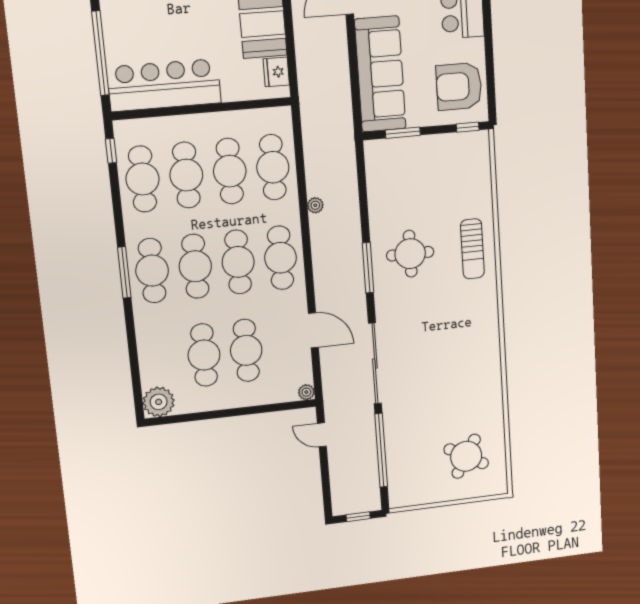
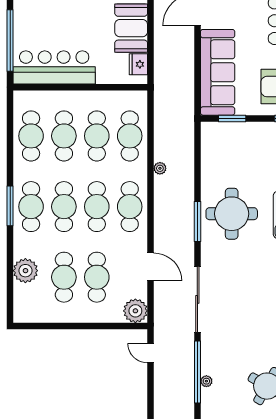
window: (111, 151) -> (10, 113), removed
round table: (410, 254) -> (232, 214), width x1.36, depth x1.36
plant: (306, 392) -> (135, 311), width x1.88, depth x1.88
plant: (159, 402) -> (25, 271), moved
plant: (393, 460) -> (206, 381), added

